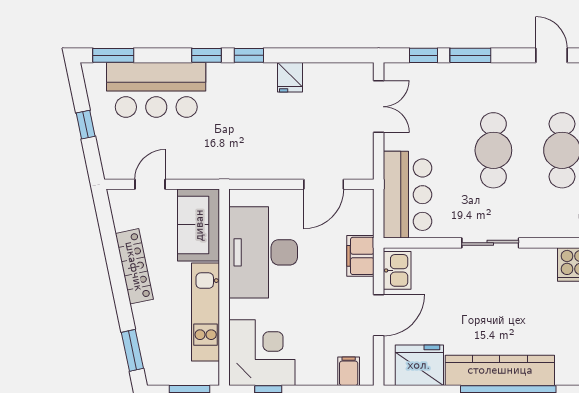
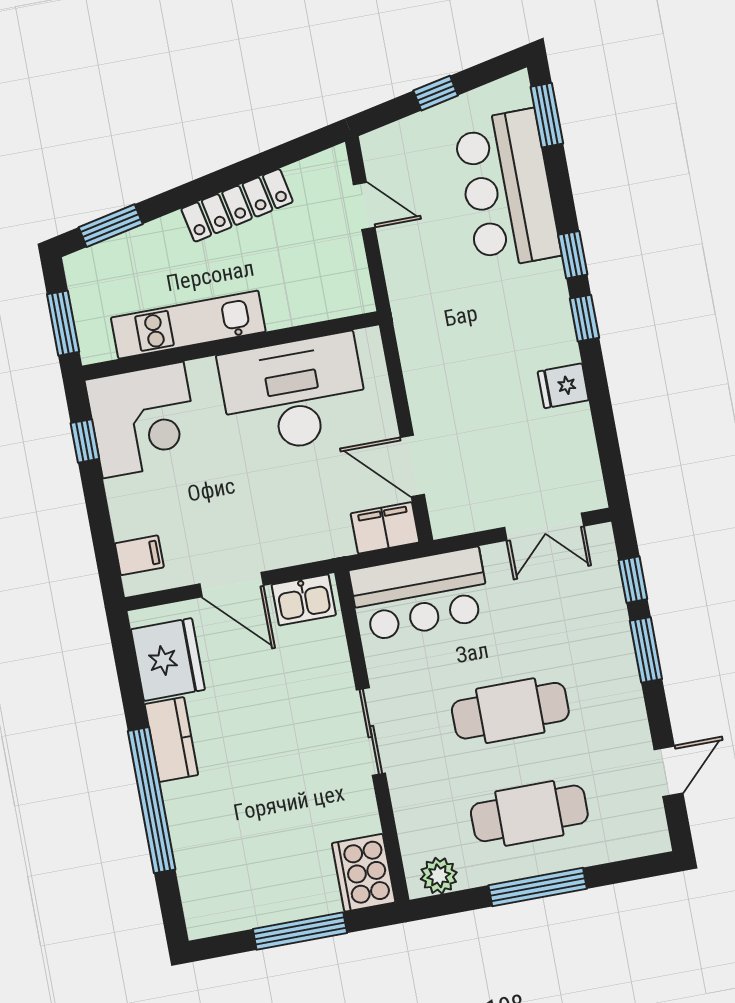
sofa: (199, 225) -> (317, 290), removed
filing cabinet: (360, 256) -> (385, 528), moved
kitchen counter: (500, 370) -> (171, 740), width x0.48, depth x0.86

